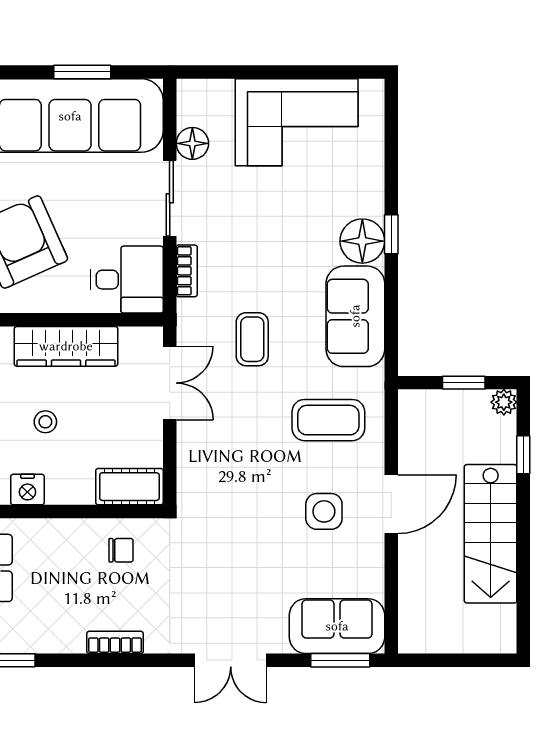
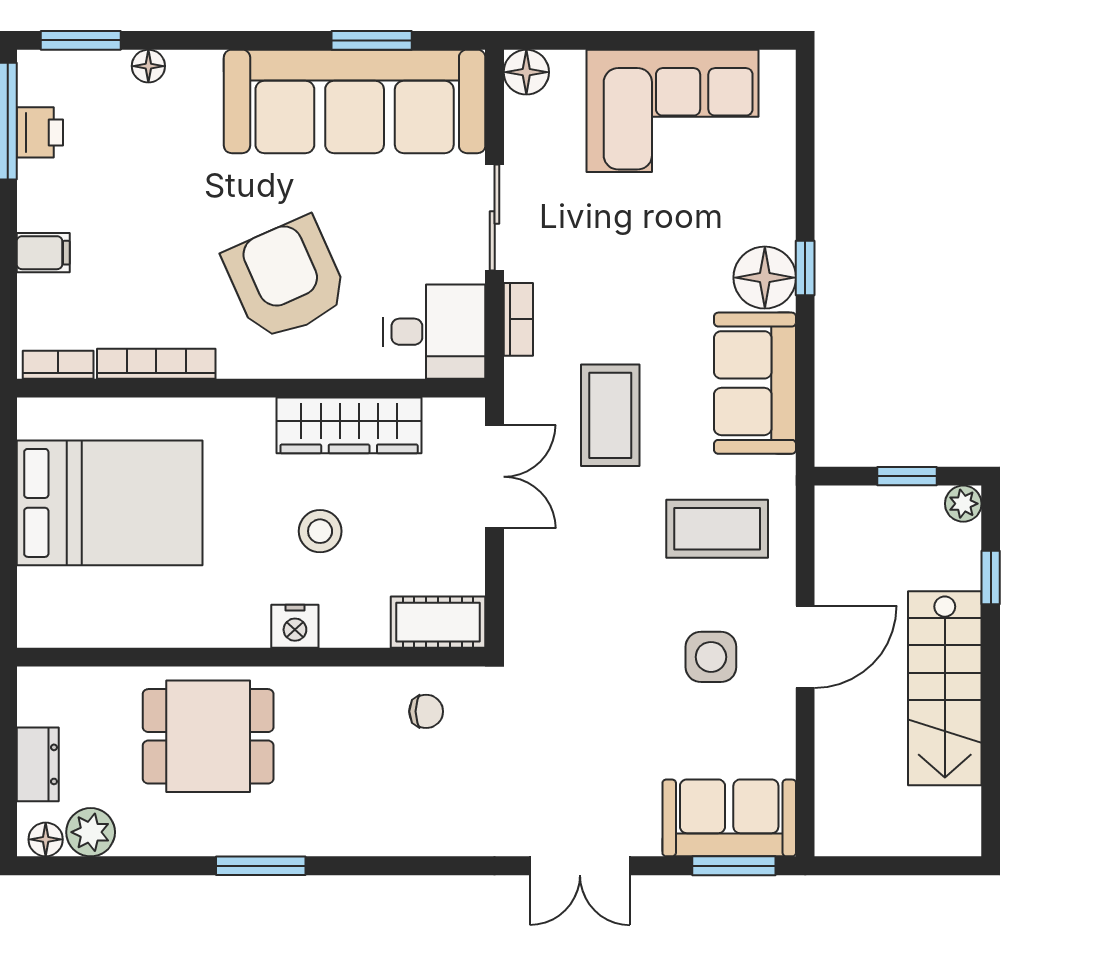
floor lamp: (192, 143) -> (526, 72), moved
coffee table: (252, 339) -> (610, 415), width x1.36, depth x1.30
stool: (45, 422) -> (320, 531), width x1.37, depth x1.37
bookcase: (115, 642) -> (418, 841), removed

